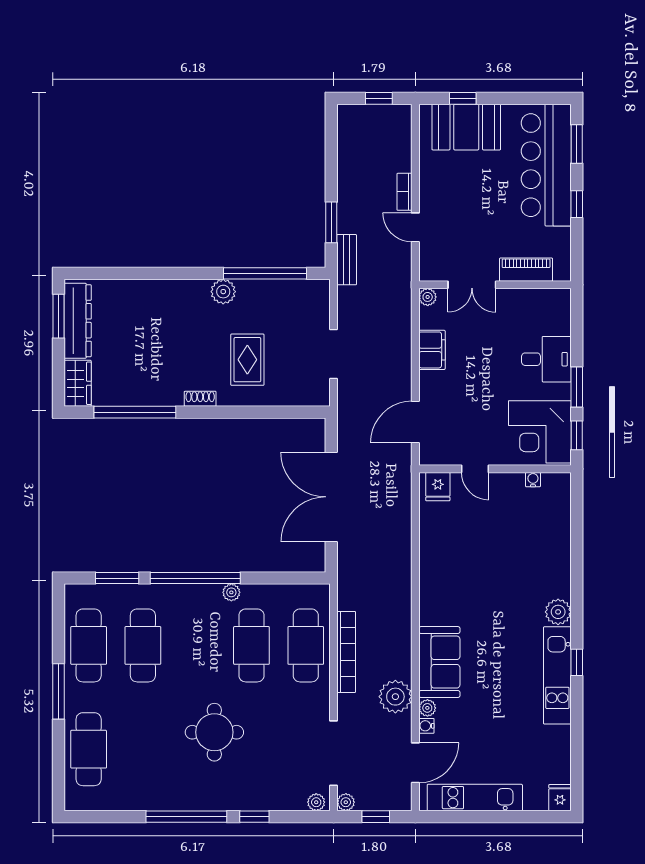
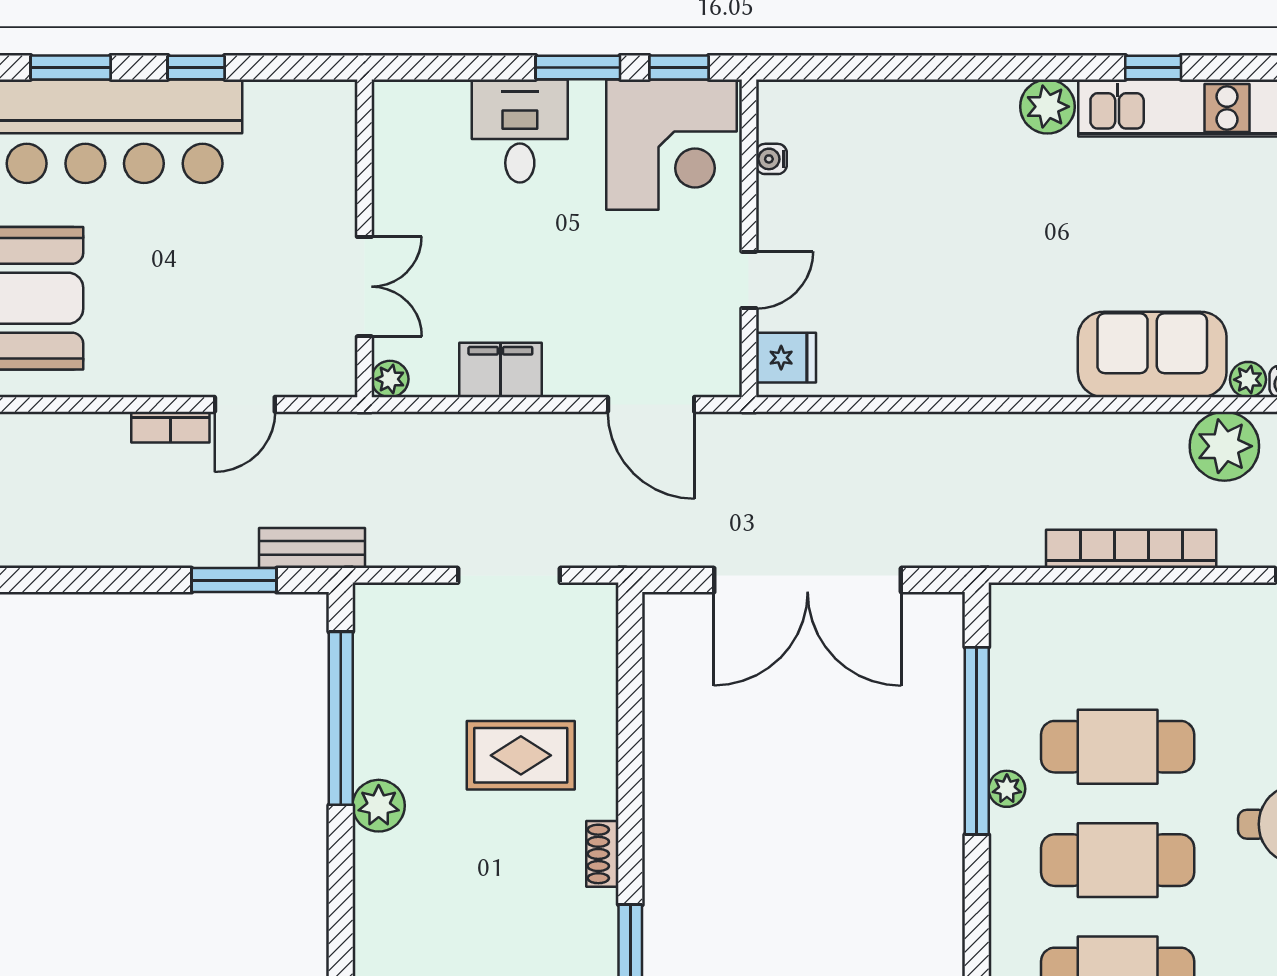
piano: (526, 270) -> (333, 173), removed
window: (195, 578) -> (977, 741), moved
cafe table: (306, 645) -> (1118, 860), moved

